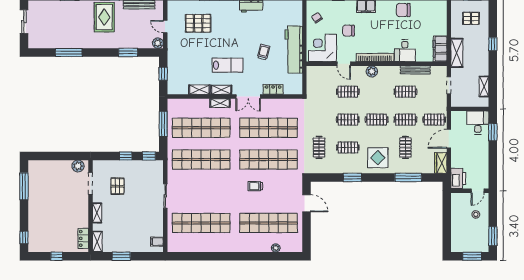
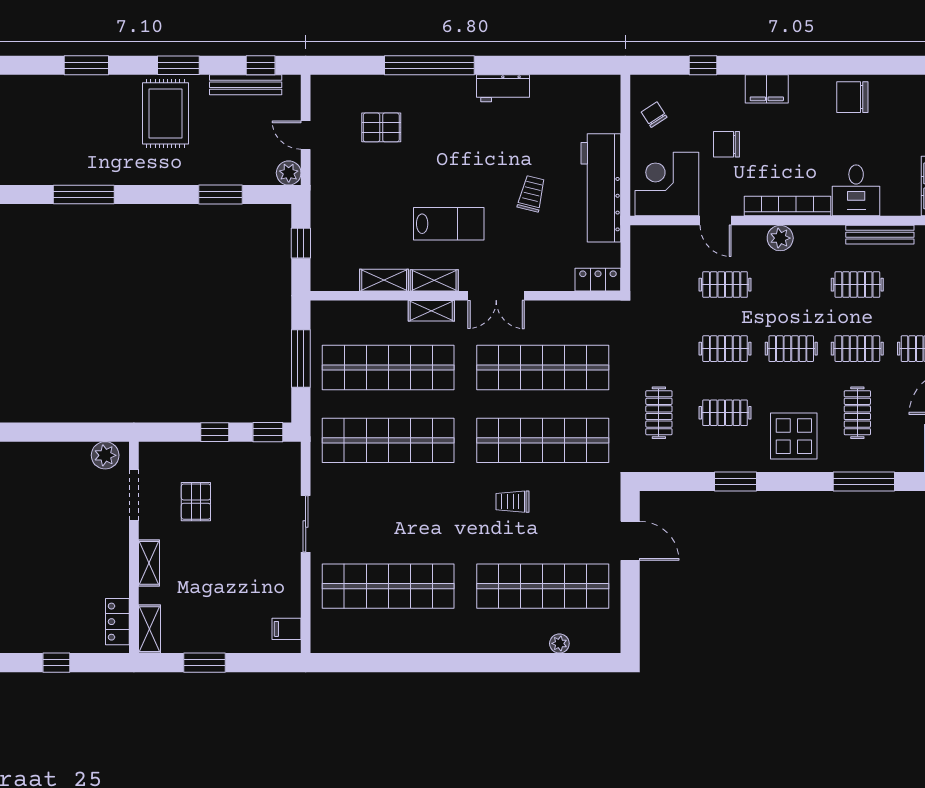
pallet: (198, 23) -> (381, 127), width x0.67, depth x0.71
locker: (273, 89) -> (598, 280), moved

